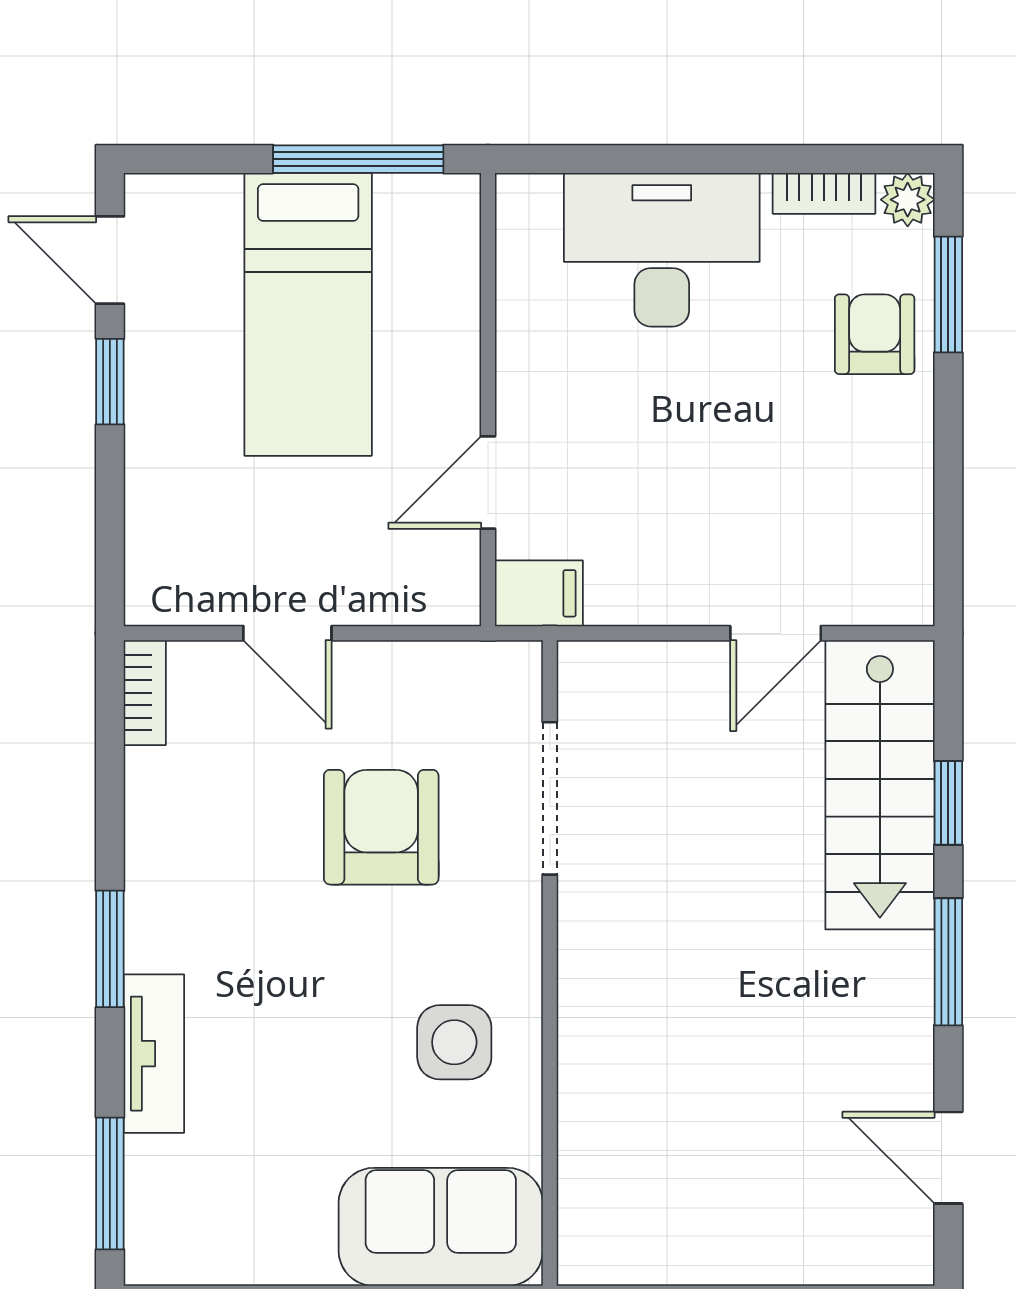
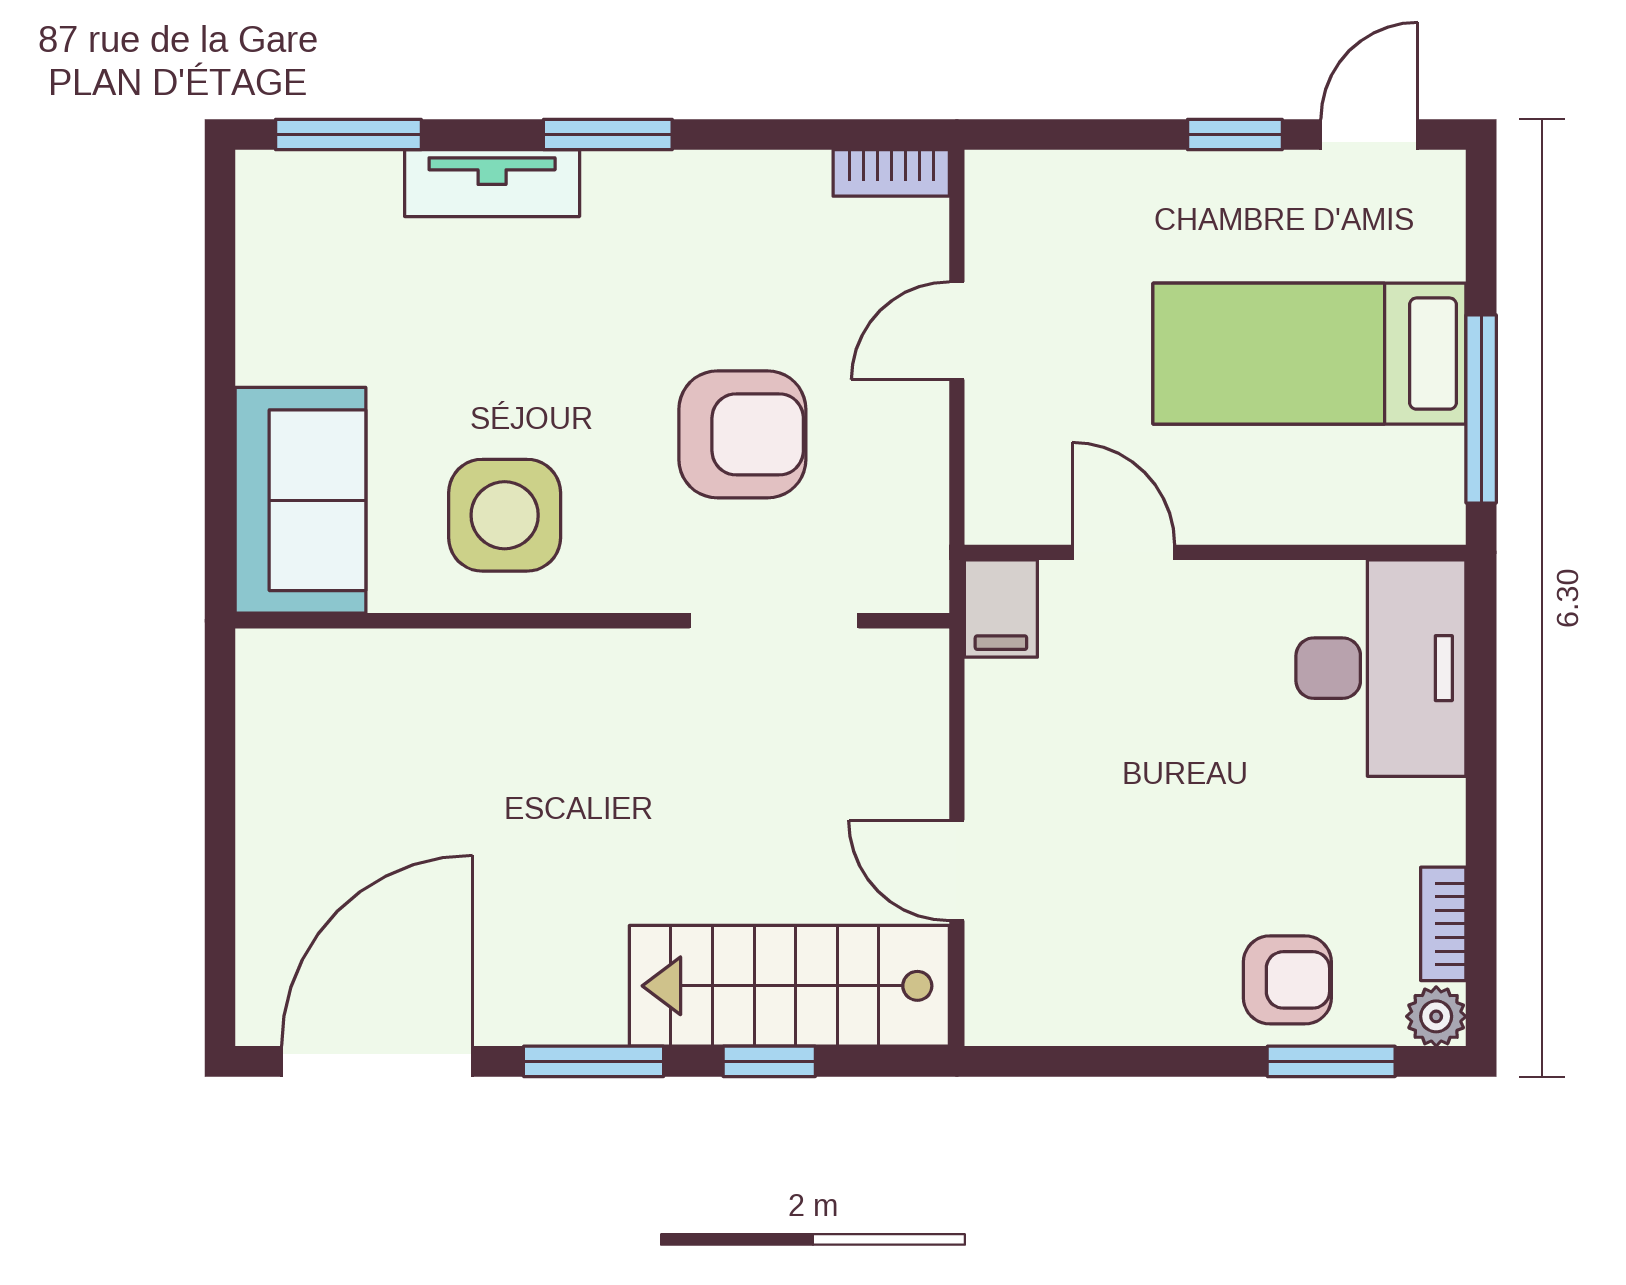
desk: (662, 250) -> (1381, 668), moved
side table: (454, 1042) -> (505, 515), width x1.37, depth x1.37
door: (948, 1158) -> (377, 1061), width x1.87

